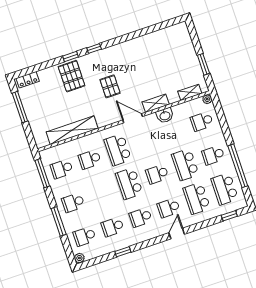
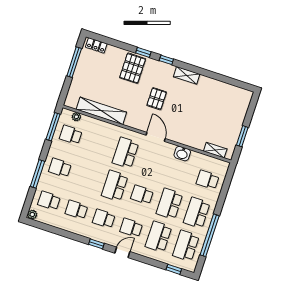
plant: (207, 99) -> (76, 117), moved
shelving: (156, 103) -> (187, 75), moved
school desk: (213, 155) -> (197, 213), width x1.85
school desk: (90, 159) -> (98, 144), removed
window: (123, 252) -> (96, 244), moved

